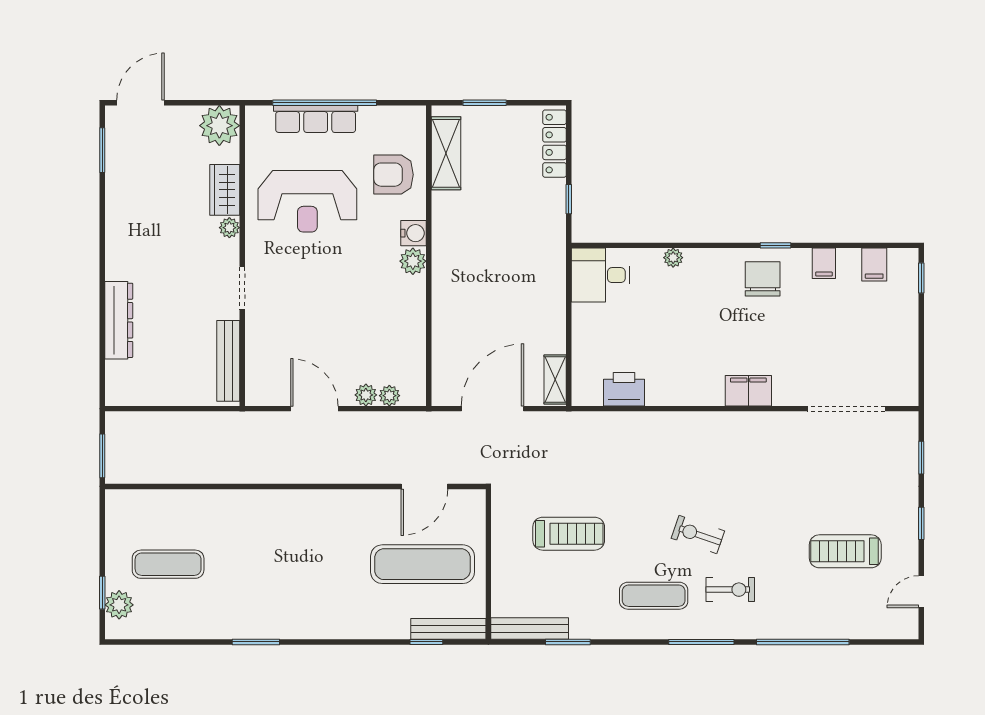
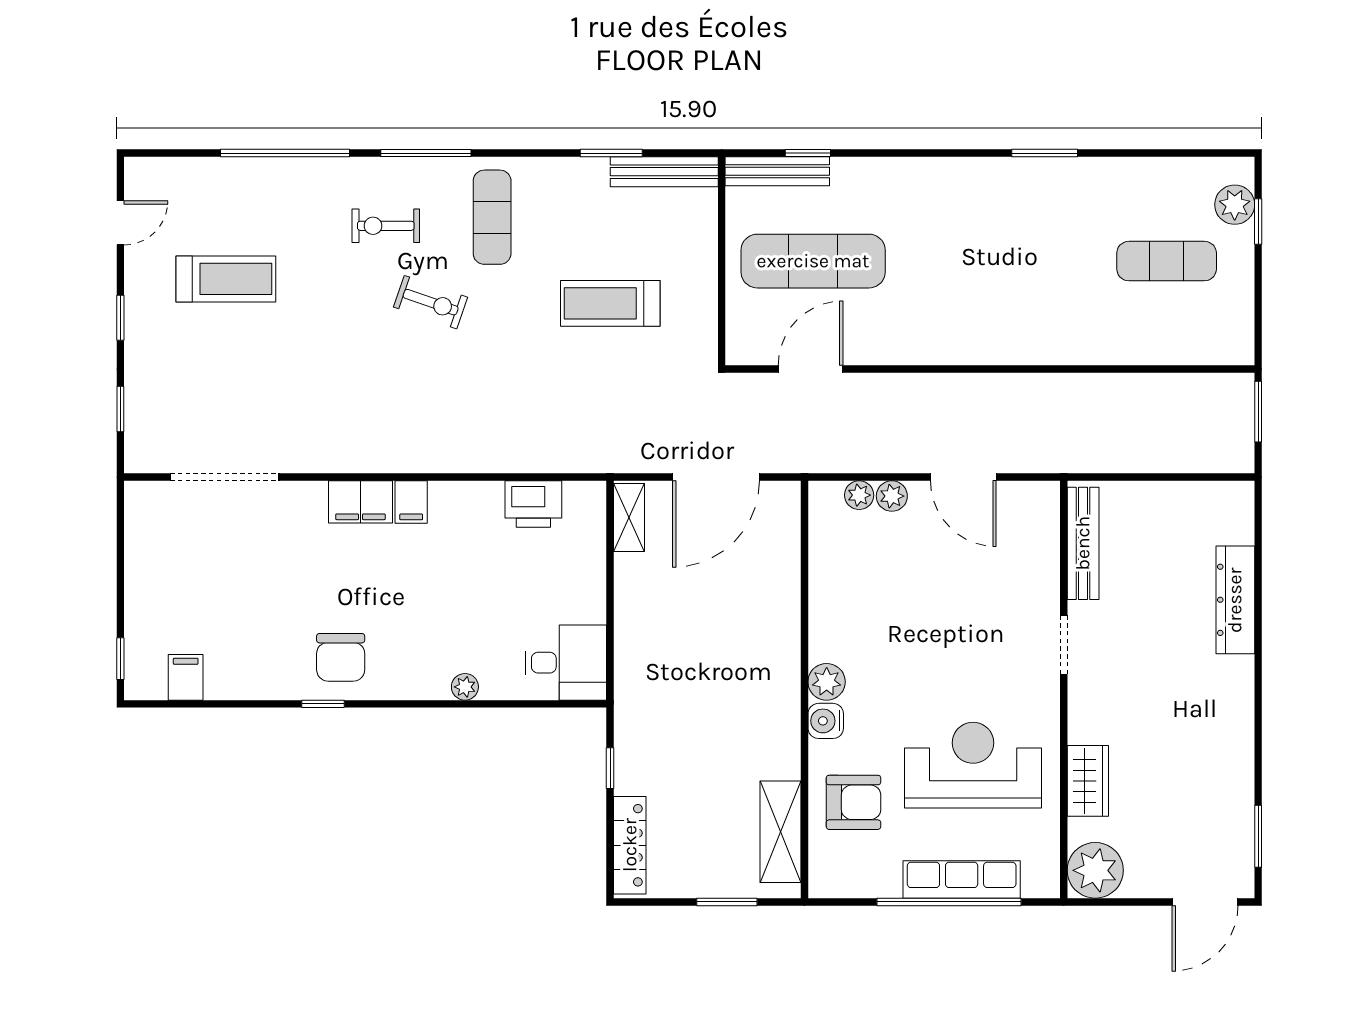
plant: (229, 228) -> (1081, 728), removed
filing cabinet: (824, 263) -> (411, 502), moved, turned 180
exercise mat: (654, 596) -> (492, 217), turned 90

